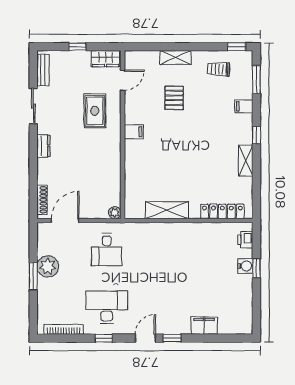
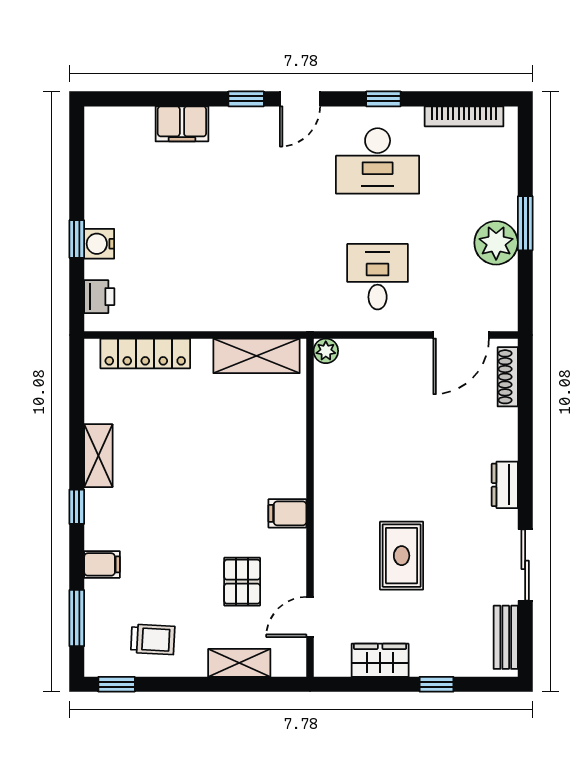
door: (123, 80) -> (310, 617), moved
filing cabinet: (134, 132) -> (287, 513), moved
wall: (123, 135) -> (310, 508), moved
plant: (115, 213) -> (326, 351), moved

